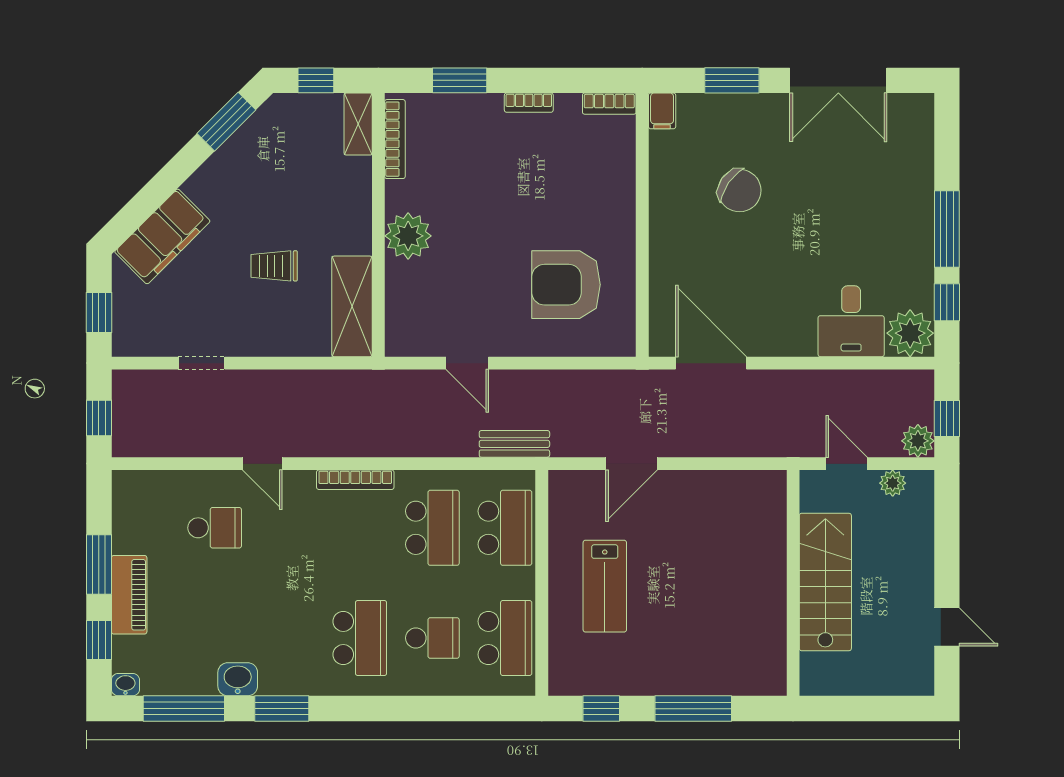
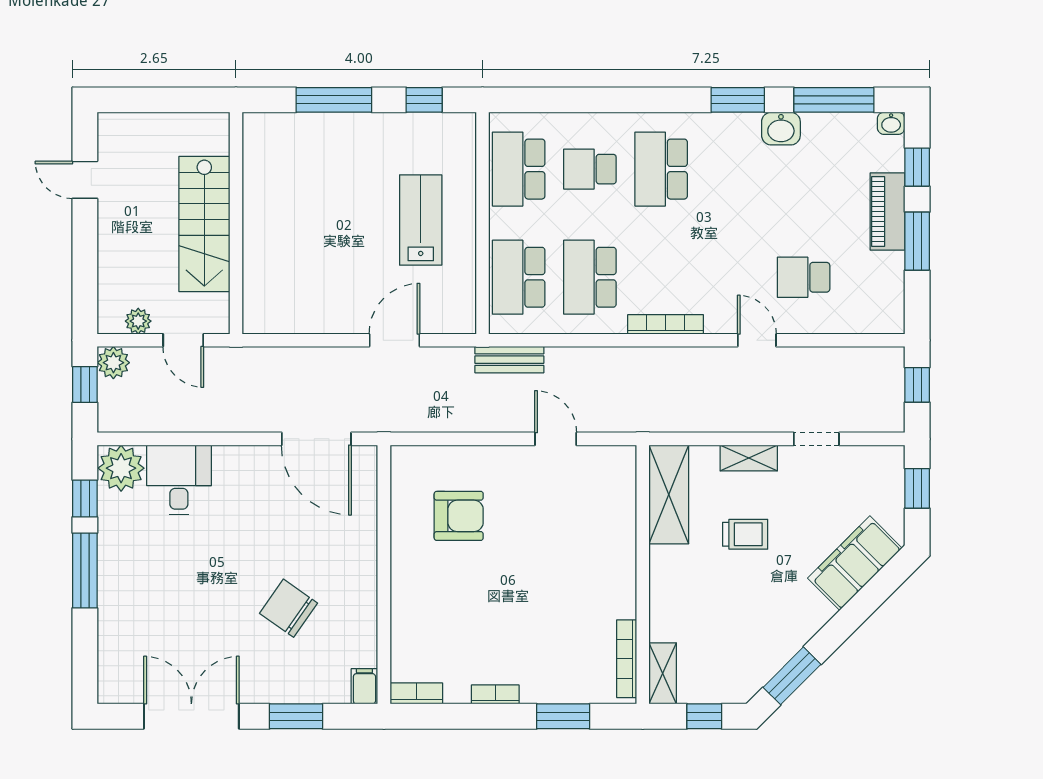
plant: (408, 236) -> (614, 564), removed
armchair: (566, 285) -> (459, 516), width x0.73, depth x0.73
shelving: (271, 344) -> (749, 458), added

